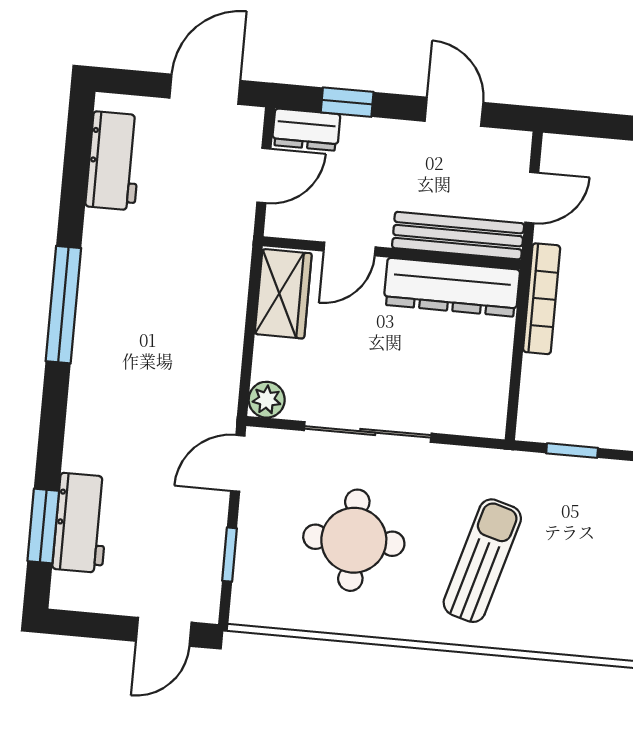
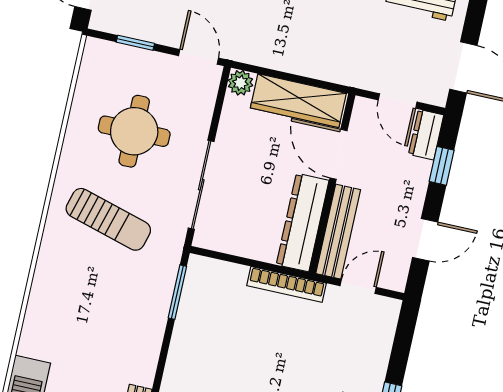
door: (532, 198) -> (358, 287), swing flipped
door: (350, 249) -> (338, 154), width x1.38
wardrobe: (283, 294) -> (298, 101), width x1.50
sliding door: (368, 432) -> (201, 185), moved
window: (572, 451) -> (177, 292), width x1.50

